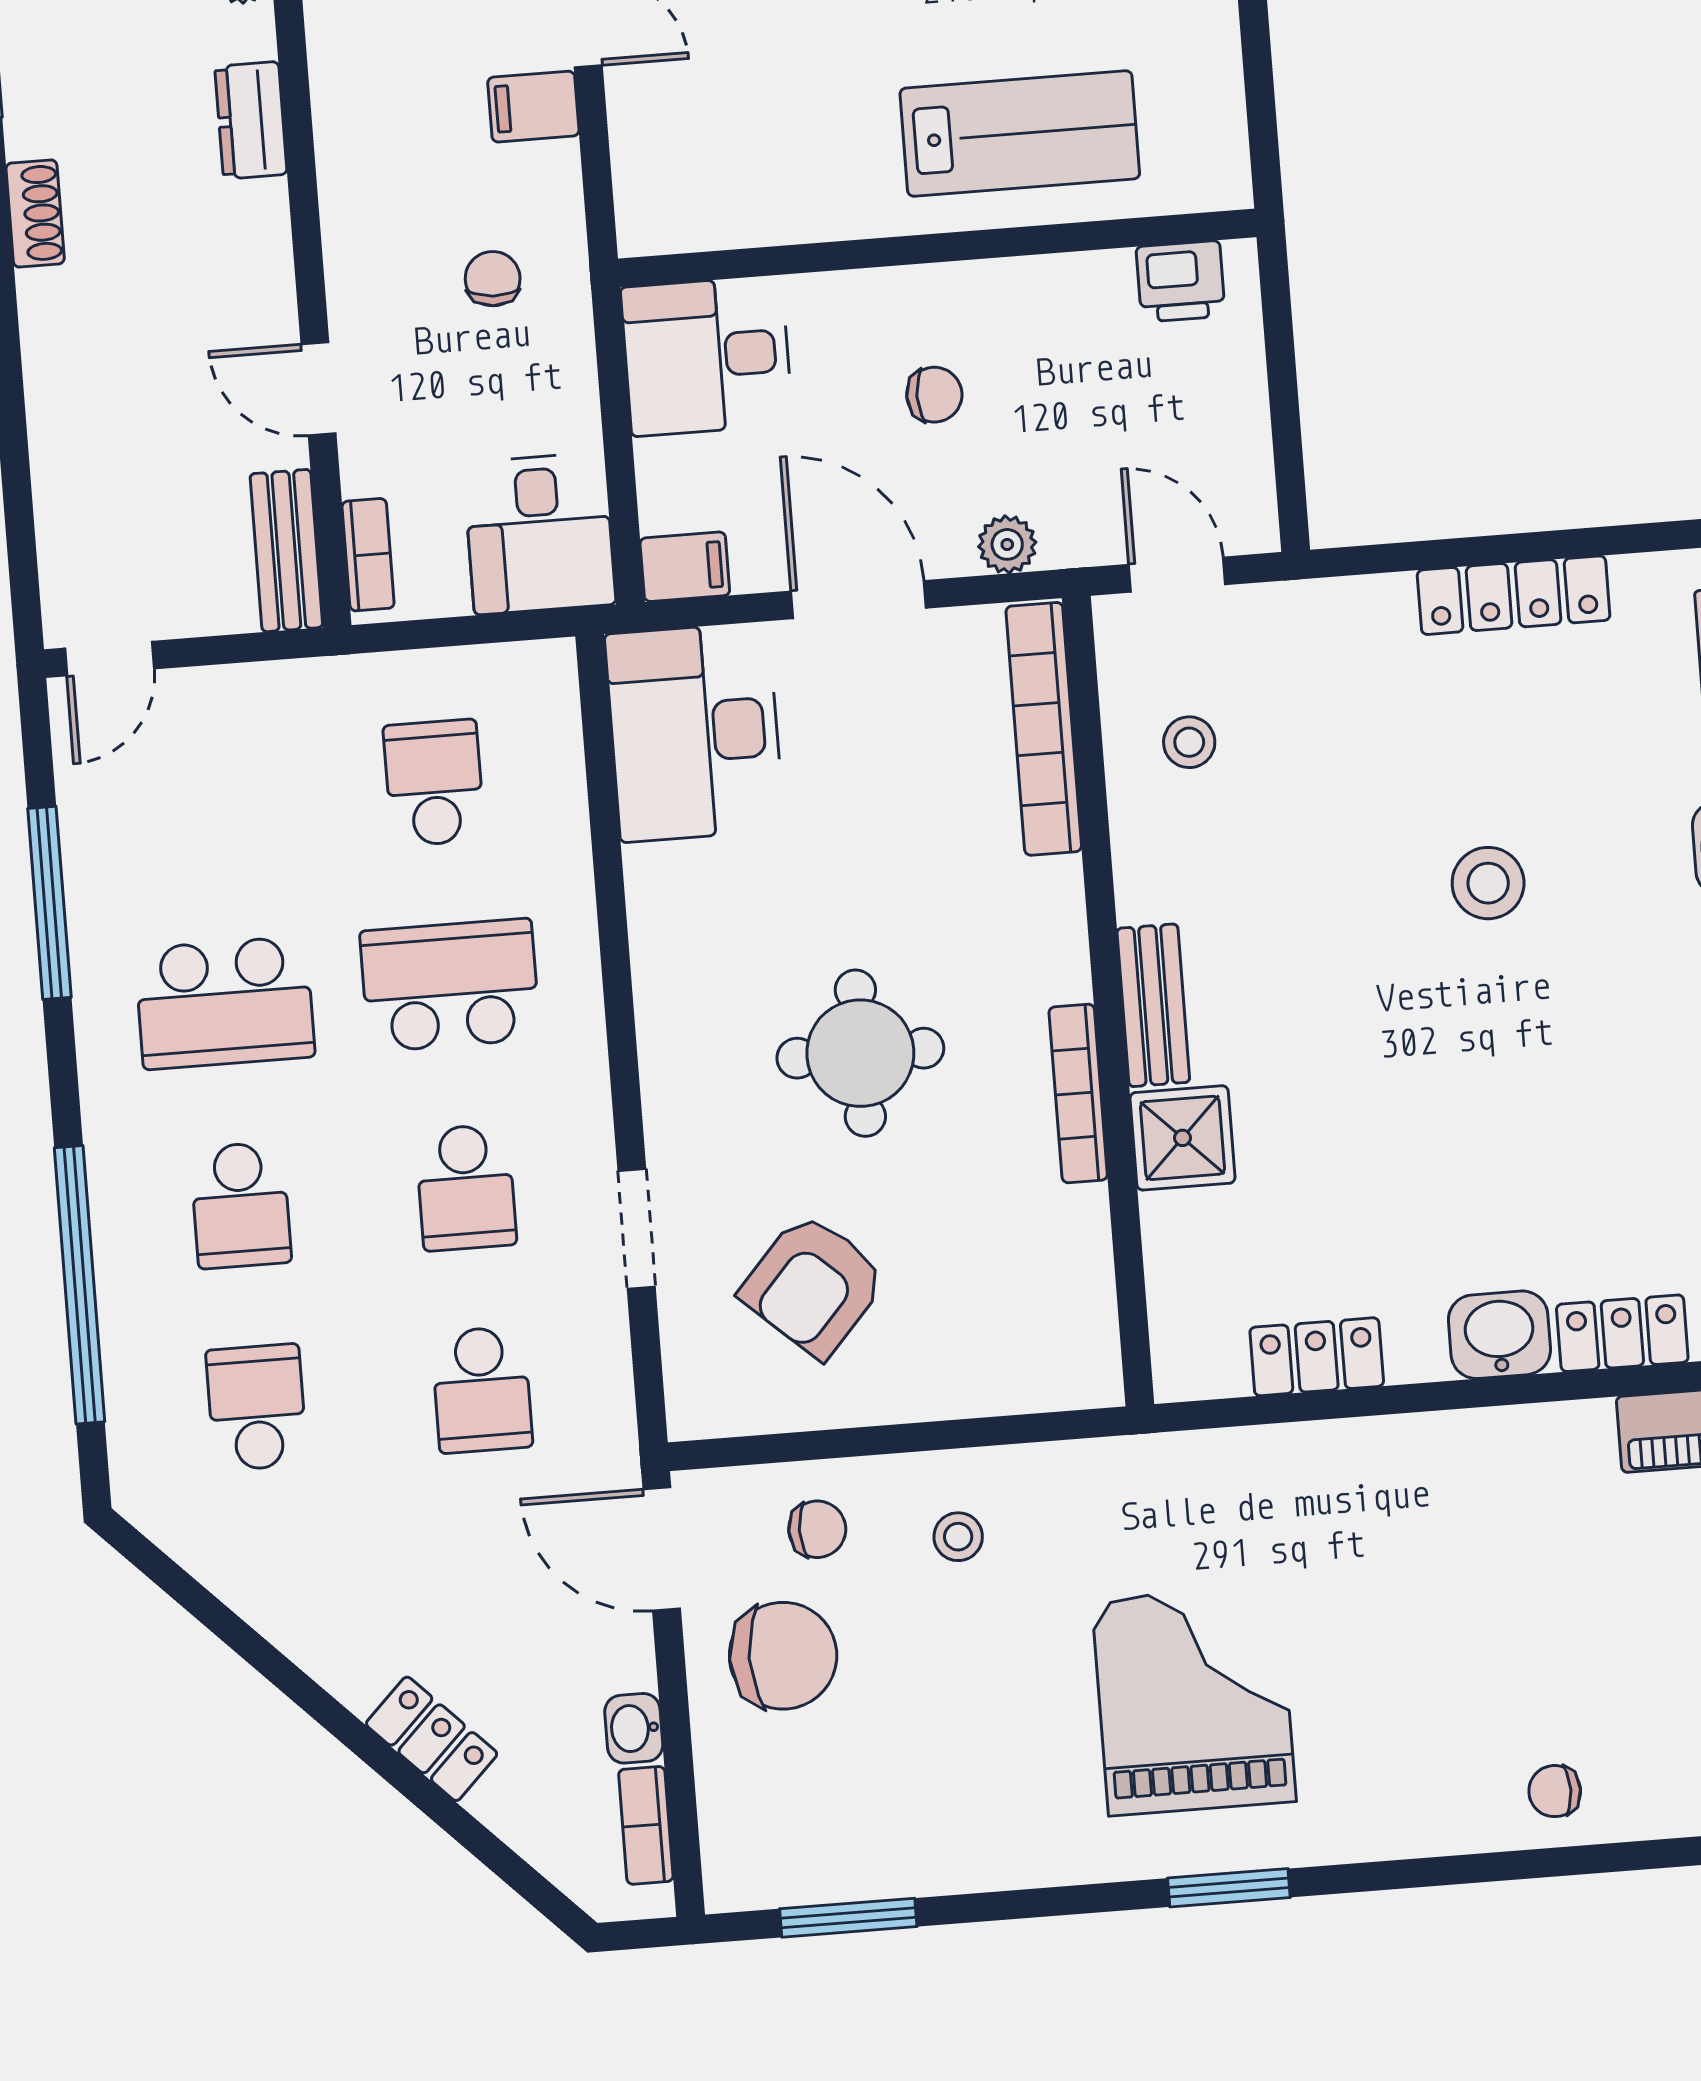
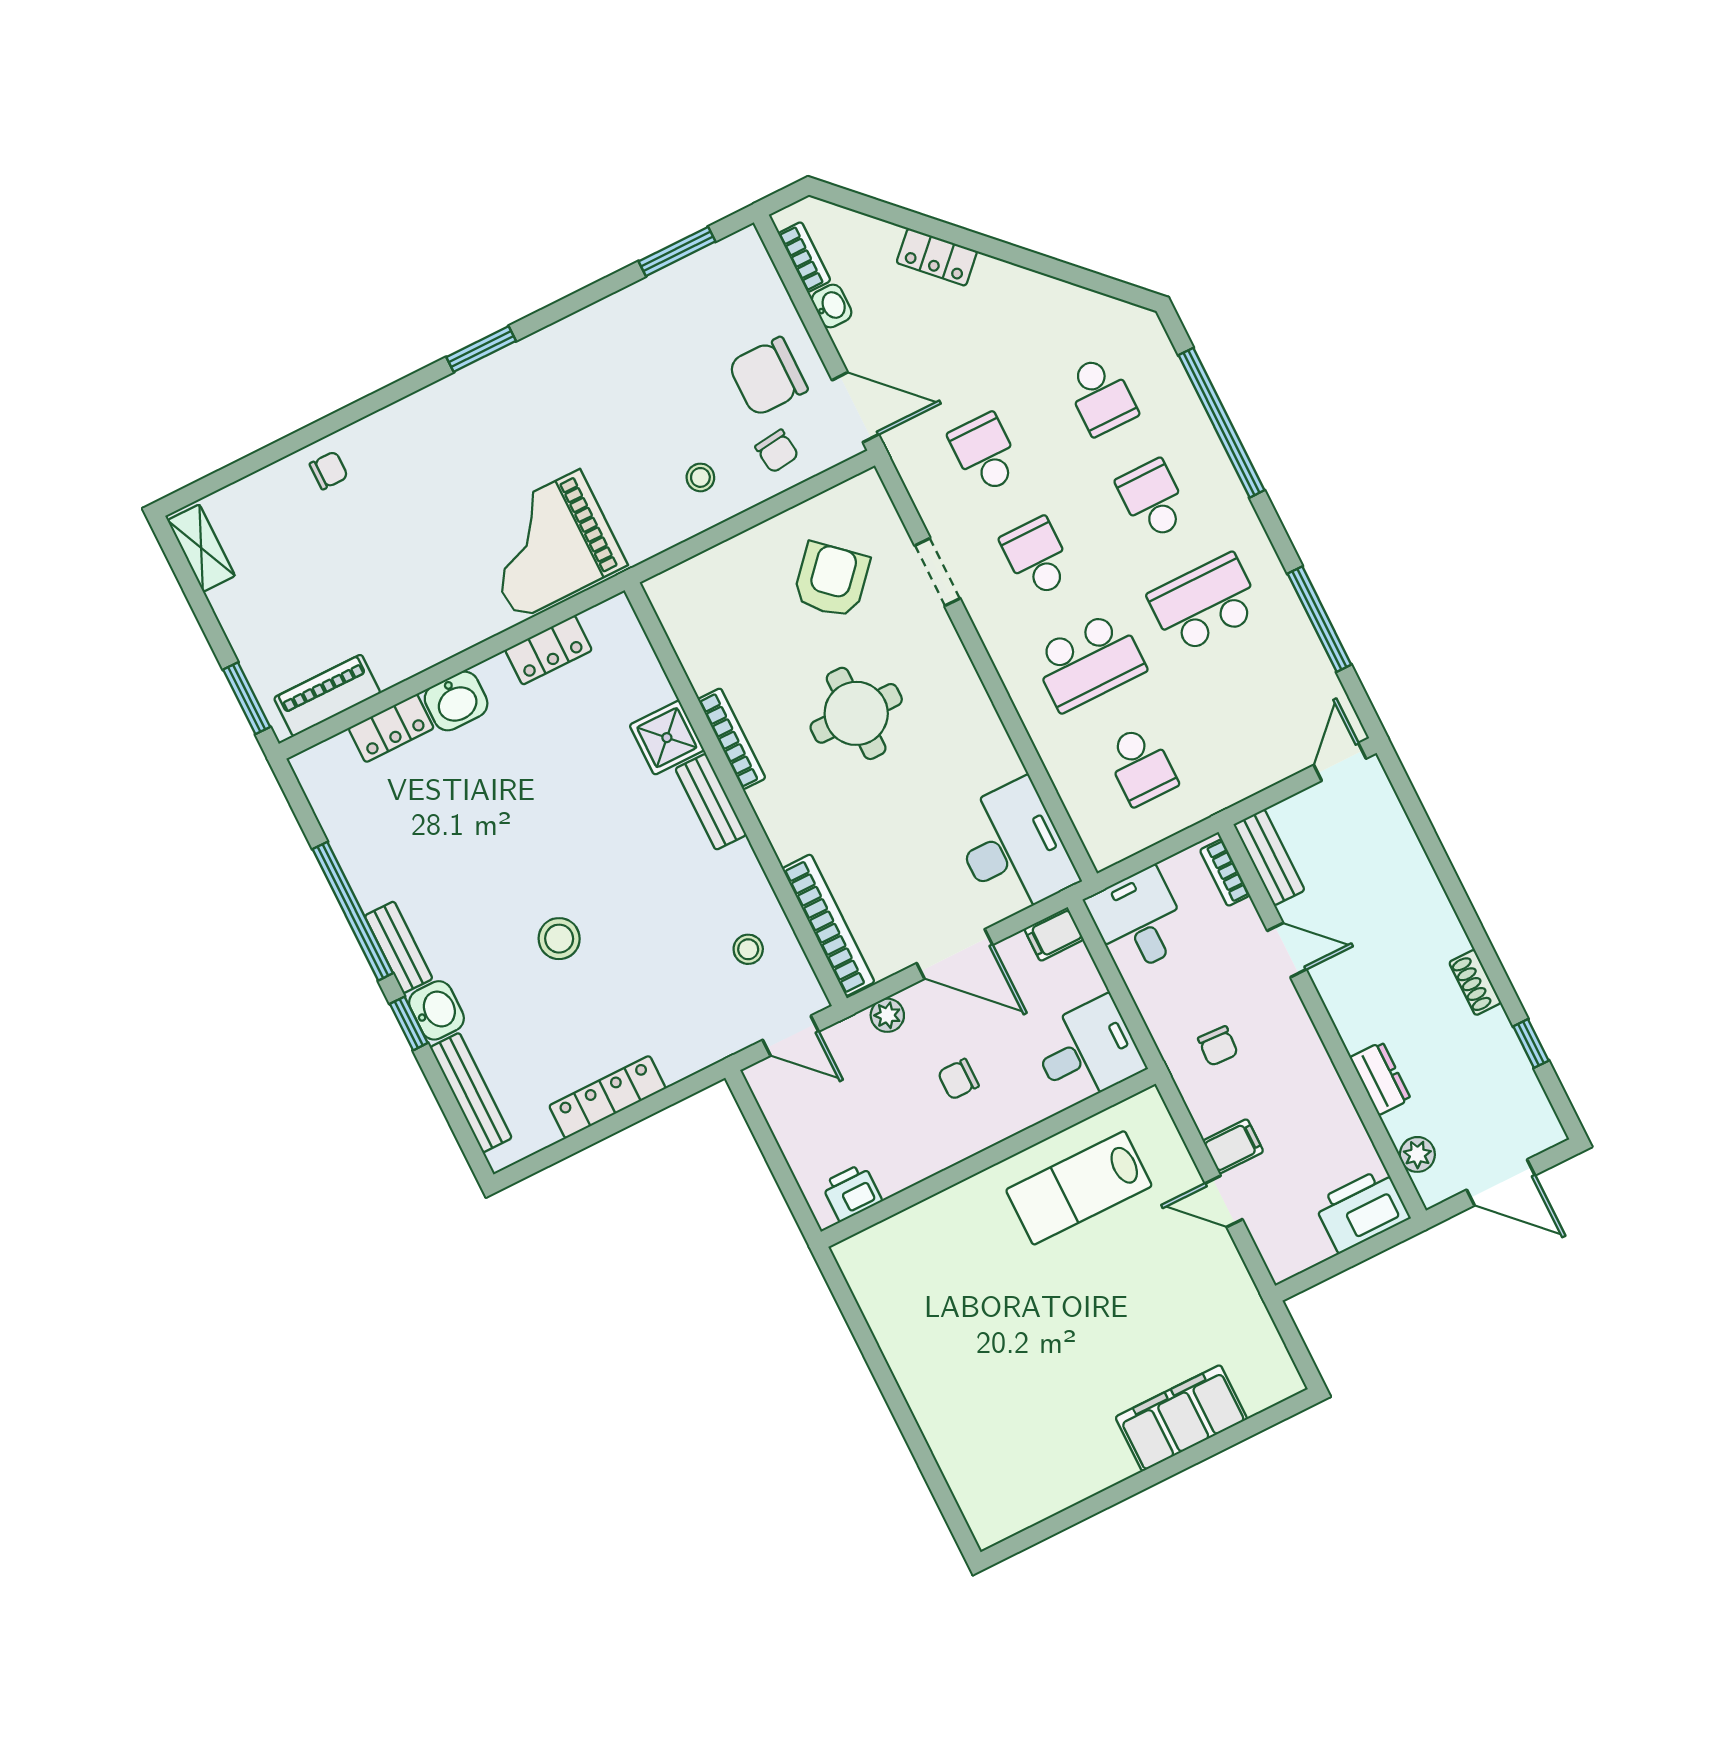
lab bench: (1020, 134) -> (1079, 1188), moved
chair: (817, 1529) -> (777, 451), turned -97
grand piano: (1194, 1701) -> (548, 545), moved, turned 90

